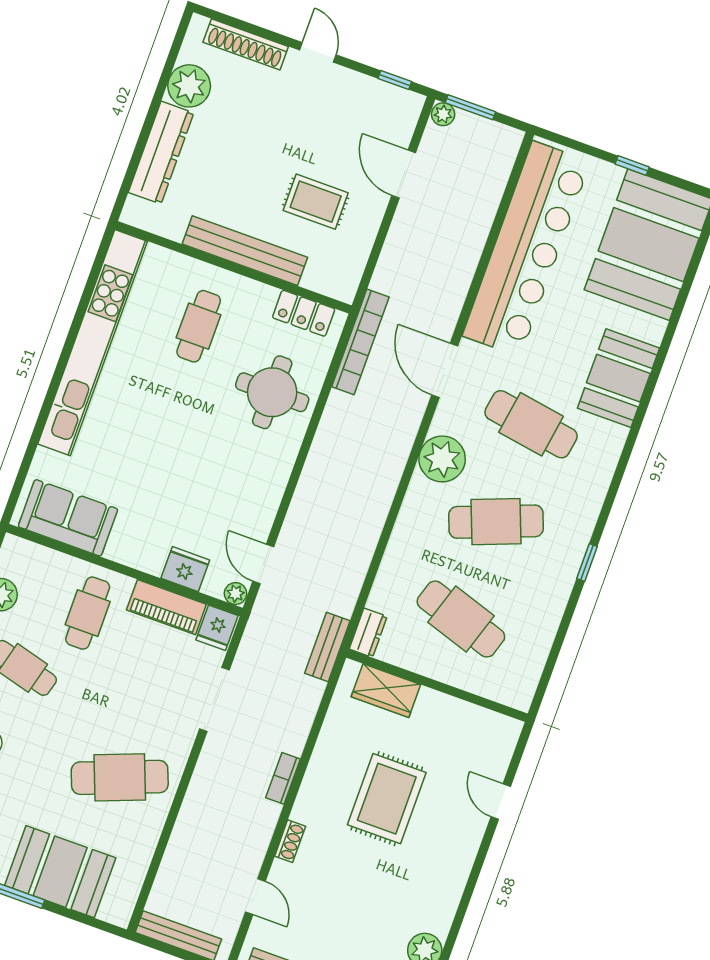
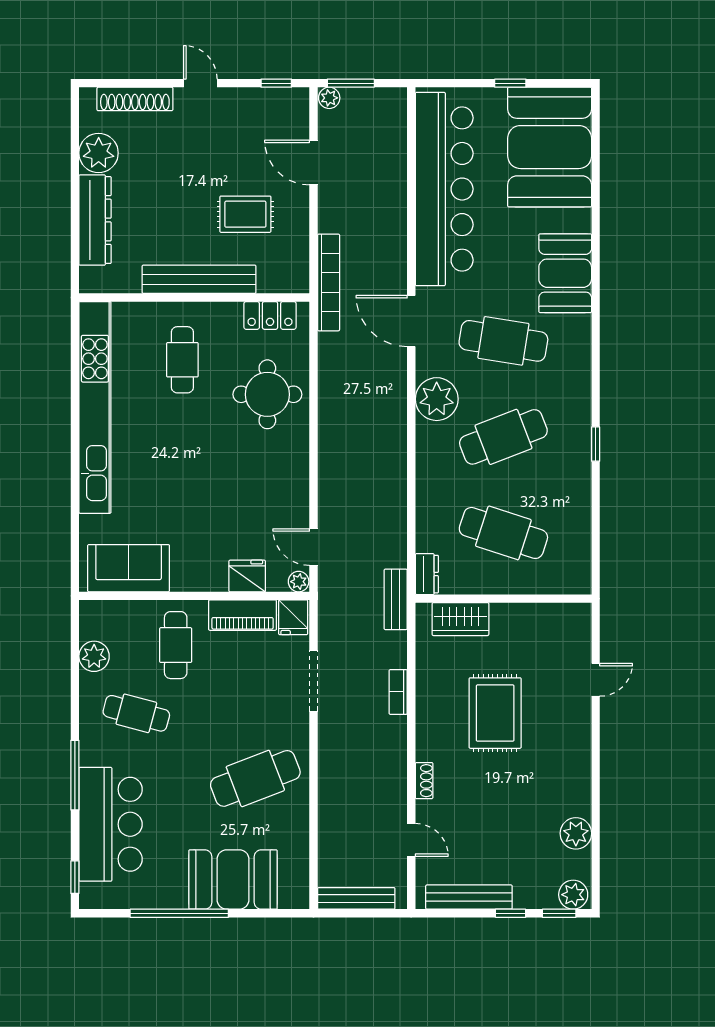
bookcase: (360, 342) -> (329, 282), moved
bookcase: (283, 778) -> (398, 692), moved
door: (501, 802) -> (596, 680), swing flipped

